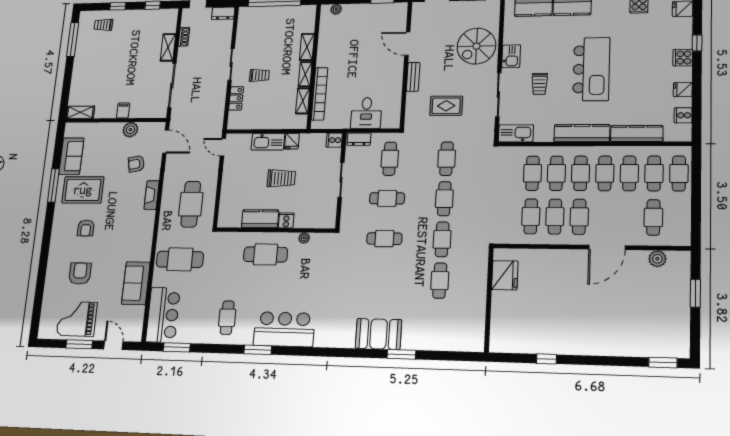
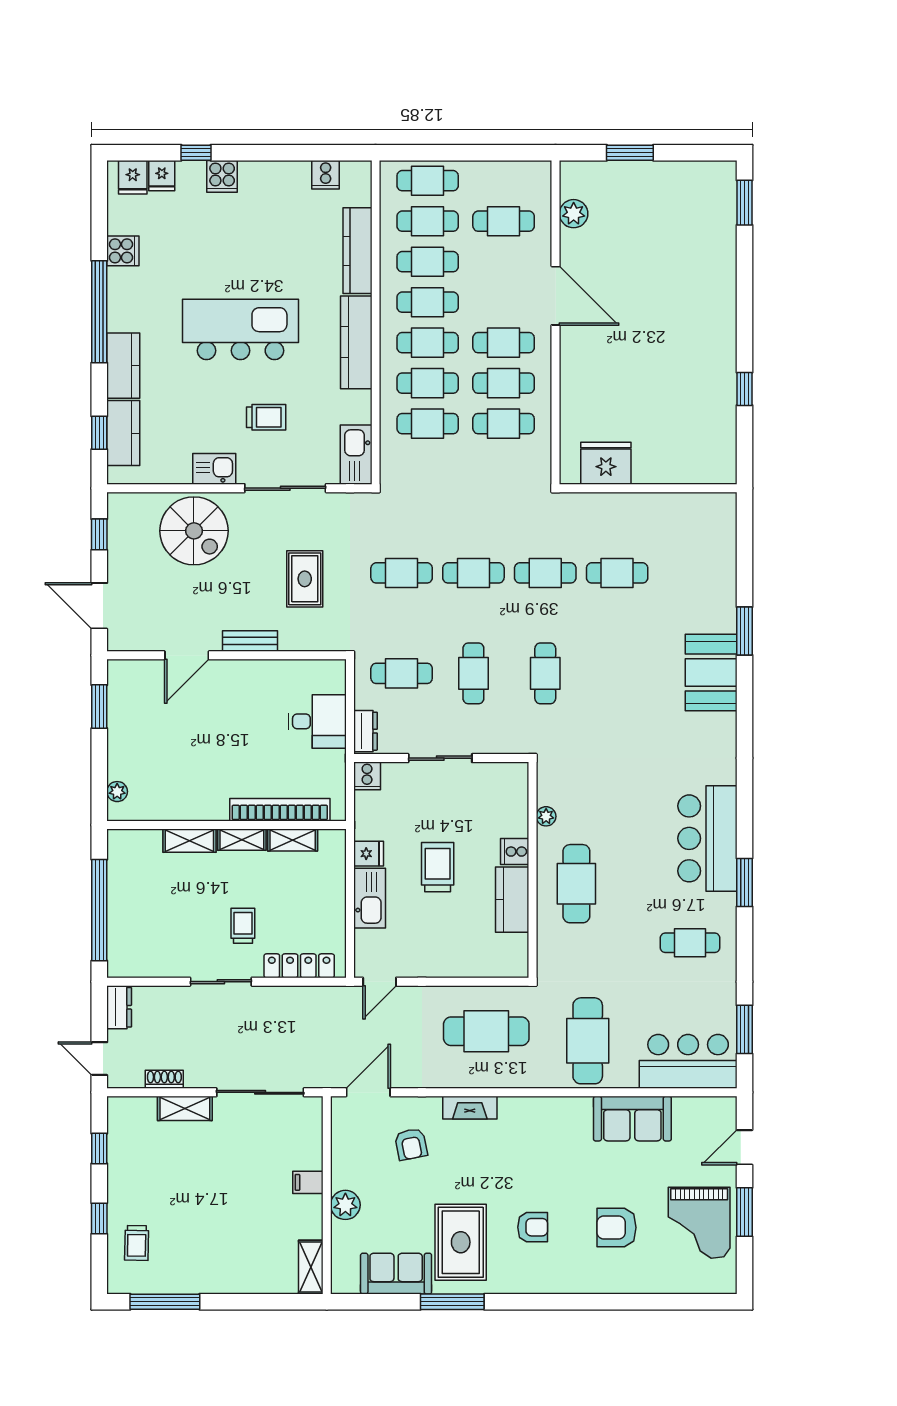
fridge: (683, 90) -> (162, 176), moved
locker: (236, 98) -> (299, 966), width x1.53
plant: (130, 130) -> (345, 1205), moved

